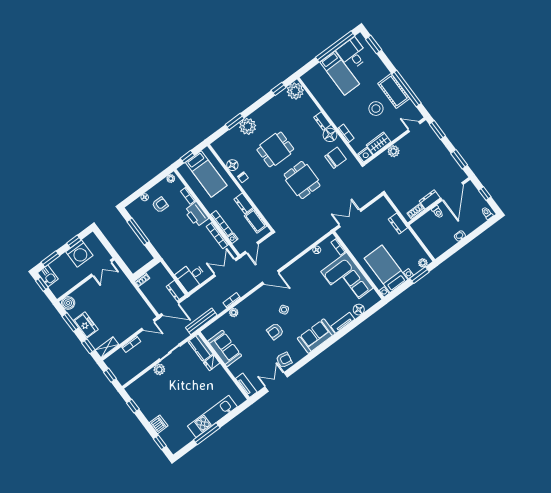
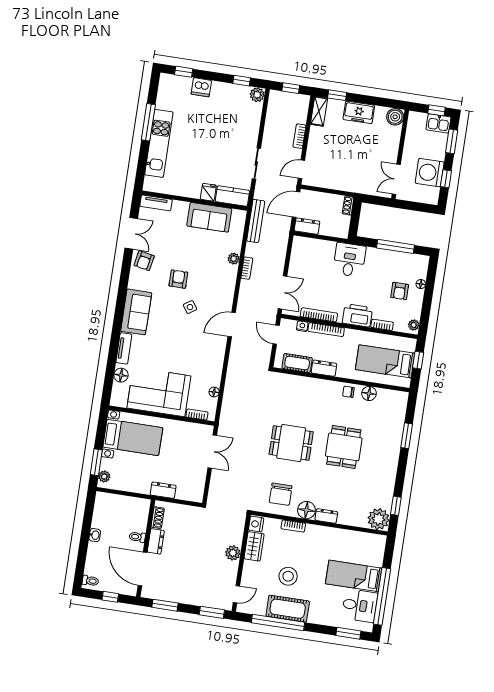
plant: (248, 126) -> (390, 443), removed
desk: (191, 277) -> (349, 260), moved
window: (70, 322) -> (376, 101), removed
plant: (159, 369) -> (257, 95), moved

